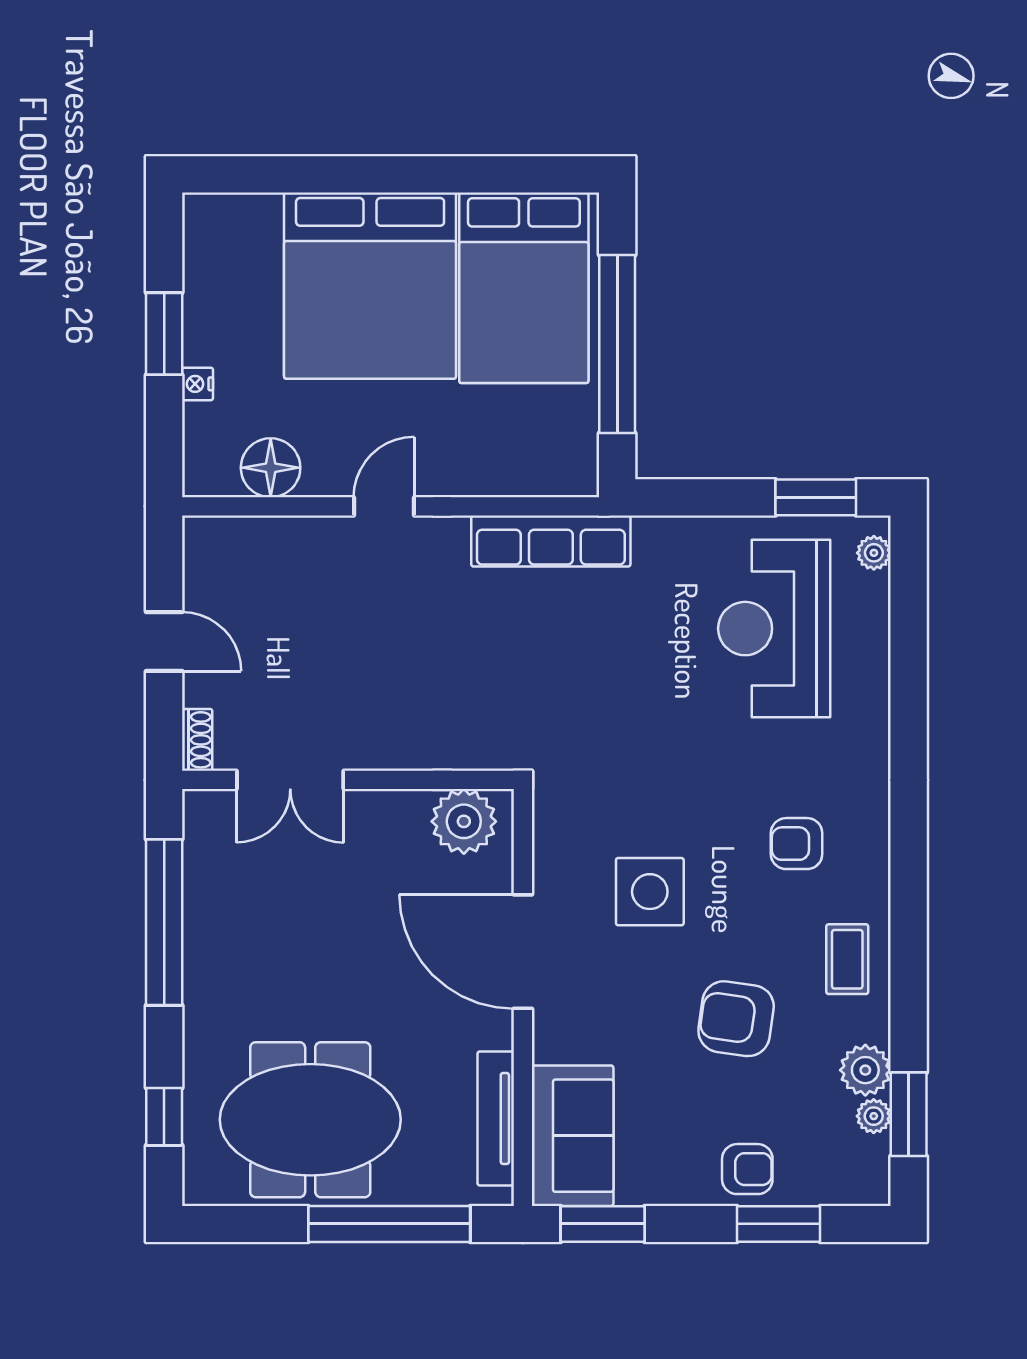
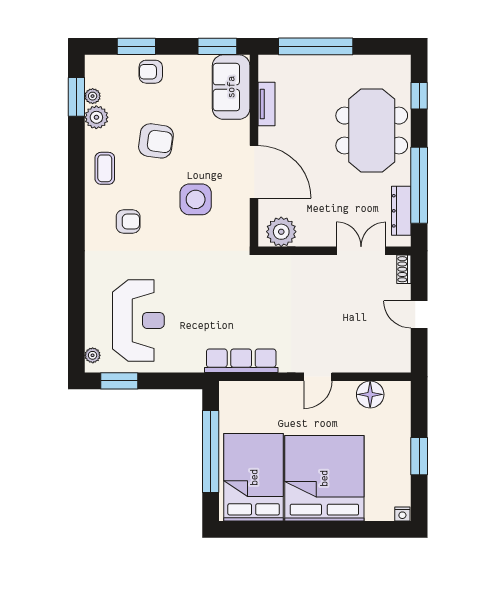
nightstand: (198, 384) -> (402, 514), moved, turned 90
dresser: (203, 867) -> (401, 211), added
tv unit: (496, 1118) -> (267, 104), width x0.71
meeting table: (310, 1120) -> (372, 131), moved, turned 90

